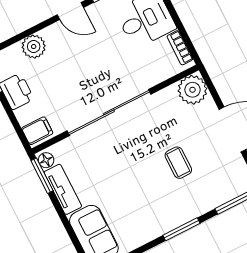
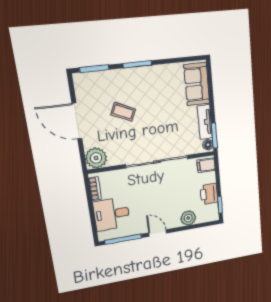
coffee table: (178, 163) -> (123, 112), turned -65

